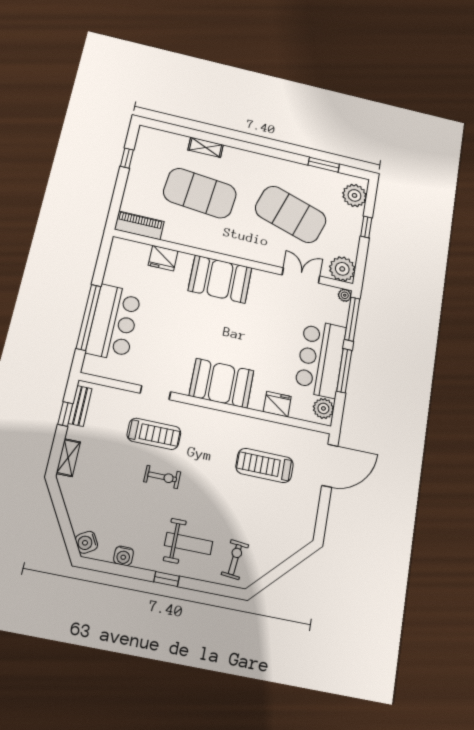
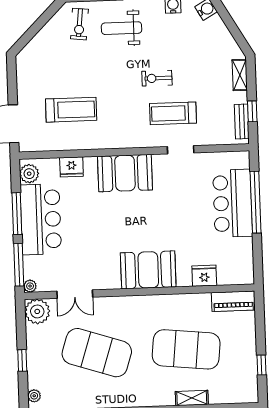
plant: (354, 195) -> (34, 396), width x0.53, depth x0.53

